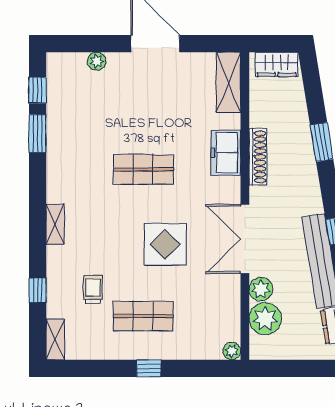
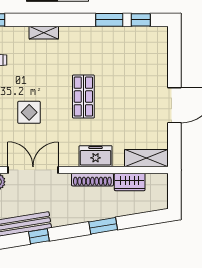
plant: (97, 61) -> (162, 63), removed
wardrobe: (277, 64) -> (130, 182), moved, turned -90
display table: (165, 244) -> (29, 112), width x0.73, depth x0.73

